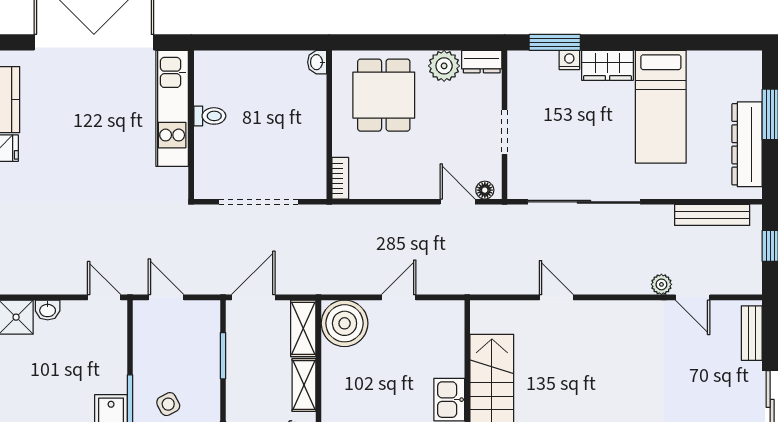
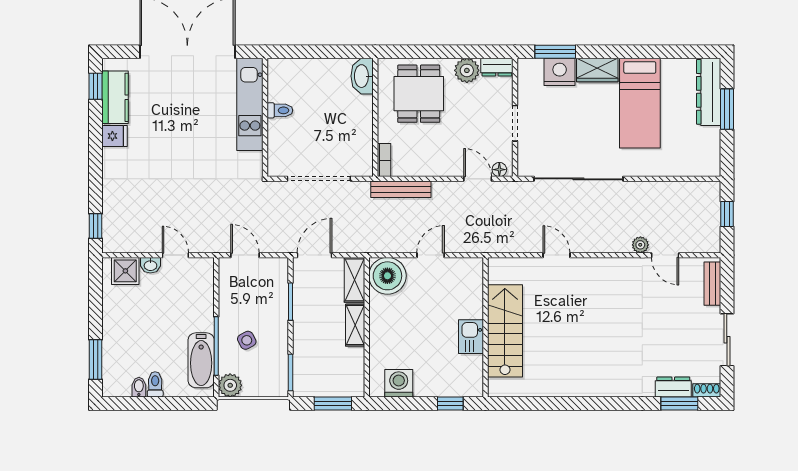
nightstand: (569, 60) -> (560, 72), width x1.89, depth x1.79
washbasin: (317, 62) -> (362, 76), width x1.91, depth x1.45
dresser: (747, 144) -> (709, 92), moved
bench: (712, 215) -> (401, 189), moved
door: (104, 297) -> (175, 255), moved

